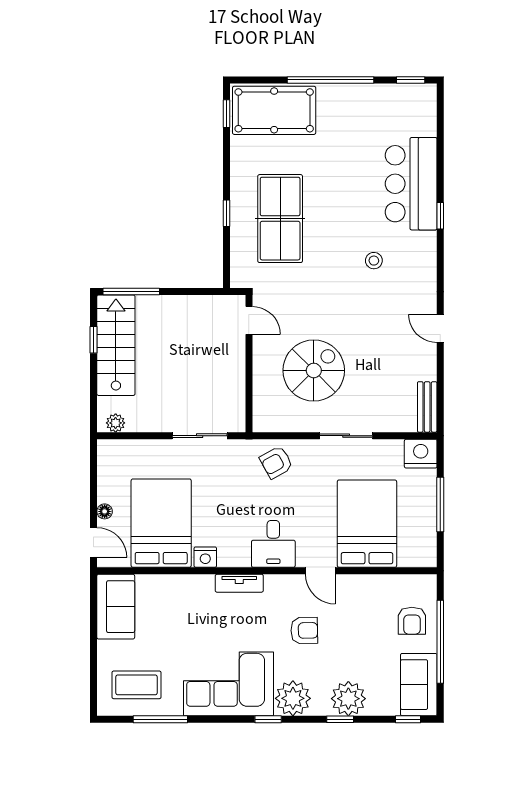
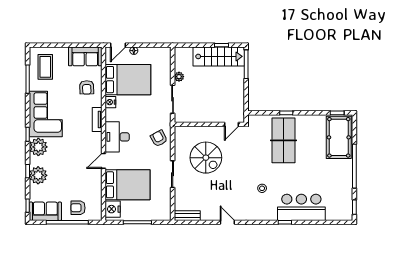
table tennis table: (280, 219) -> (284, 140), turned 90
door: (440, 328) -> (227, 222), hinge flipped
plant: (116, 423) -> (179, 77), moved
nightstand: (421, 454) -> (113, 209), moved, turned 180
desk: (273, 544) -> (117, 137), width x1.37
armchair: (304, 631) -> (87, 87), moved

